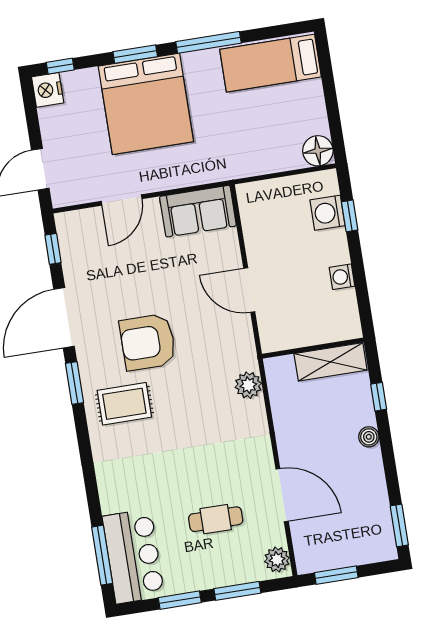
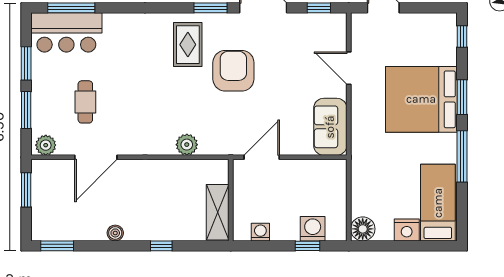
nightstand: (48, 90) -> (407, 230), moved, turned 180
wall: (313, 348) -> (231, 200), moved
shelving: (331, 362) -> (218, 212), moved
boiler: (369, 437) -> (115, 233), moved

